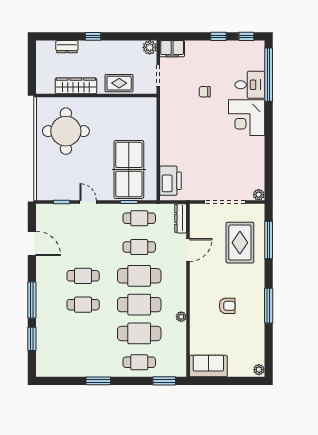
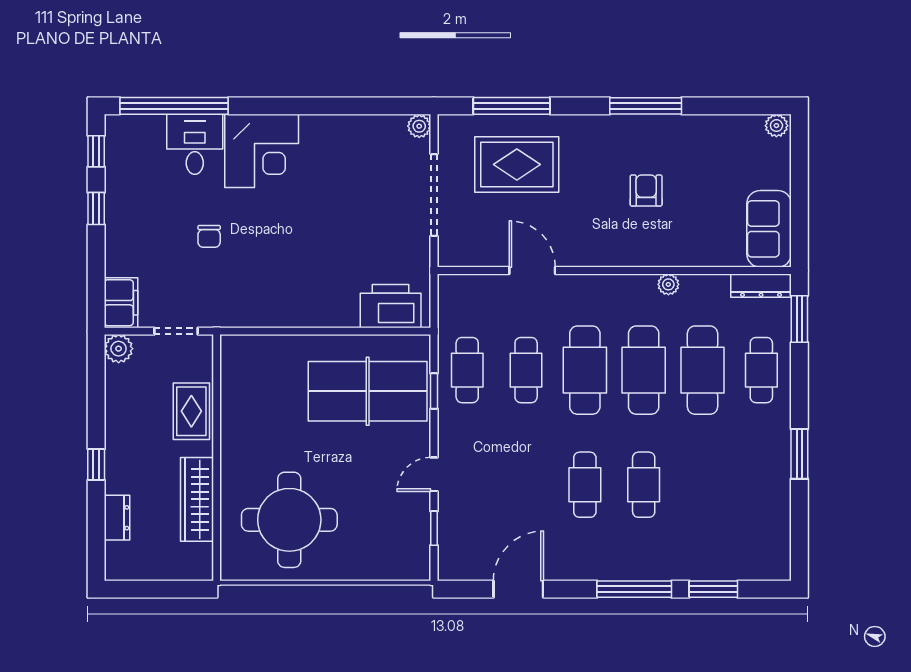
dresser: (181, 218) -> (761, 286), moved

